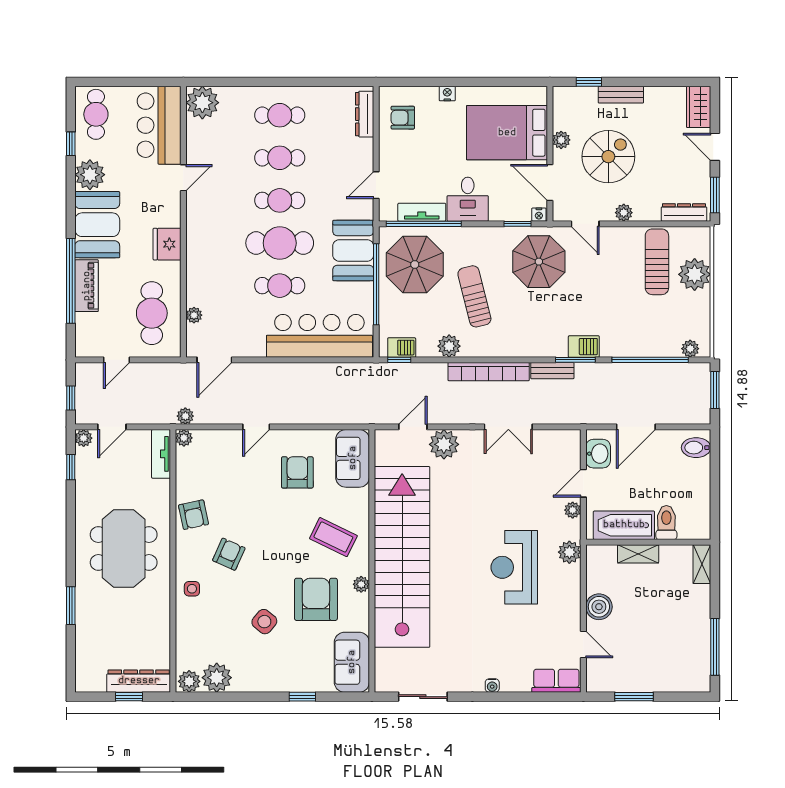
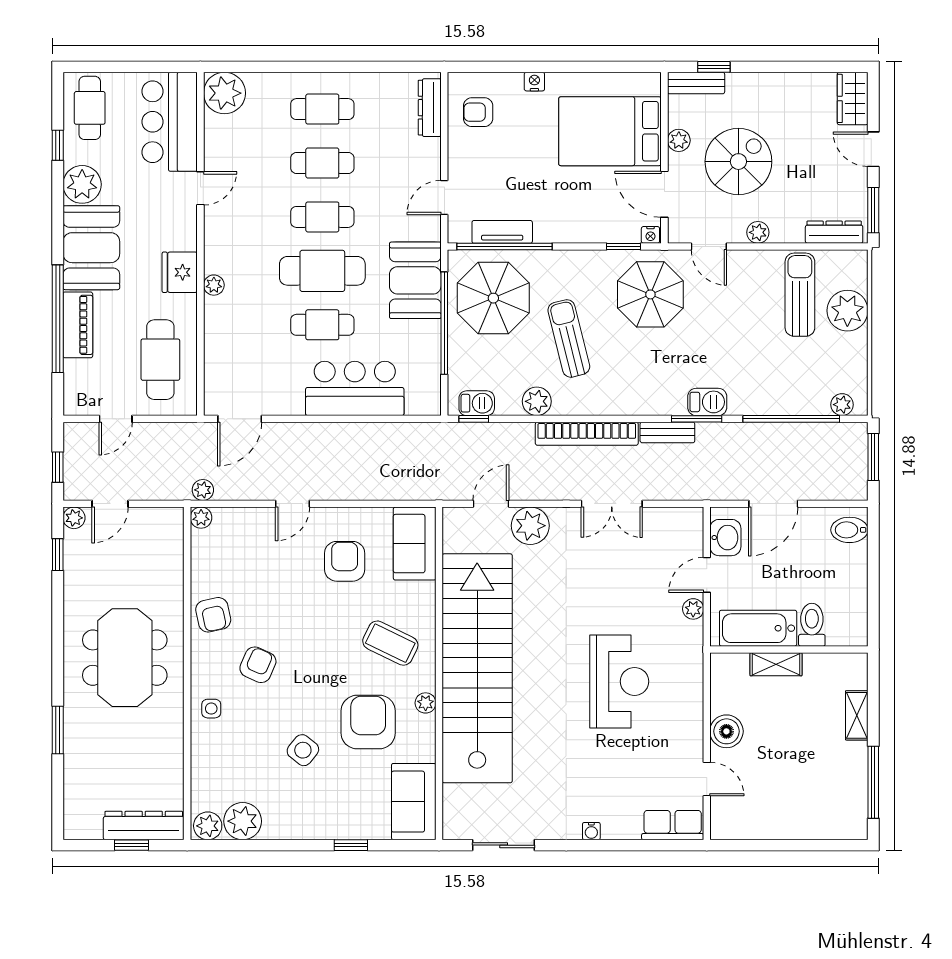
bench: (621, 95) -> (696, 83), moved
desk: (468, 199) -> (560, 215), removed
plant: (194, 315) -> (214, 285), moved
bar counter: (319, 336) -> (355, 388), width x0.73
tv unit: (161, 454) -> (172, 538), removed
plant: (569, 552) -> (689, 662), removed
shelving: (702, 564) -> (857, 715), moved
reception desk: (514, 567) -> (619, 681), turned 180
window: (634, 697) -> (771, 845), removed

